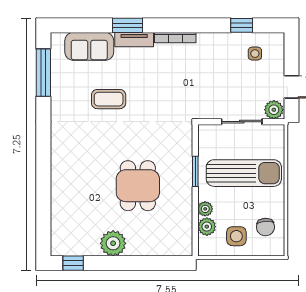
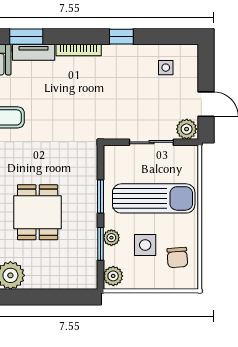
window: (242, 25) -> (121, 37), moved
window: (195, 215) -> (100, 244), added
plant: (207, 227) -> (113, 276), moved
side table: (236, 236) -> (145, 245), moved

